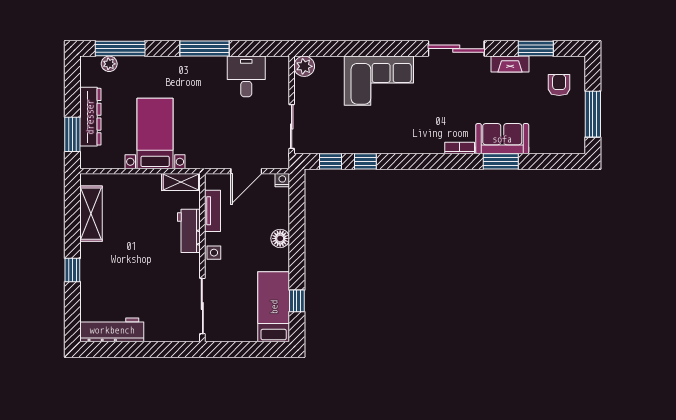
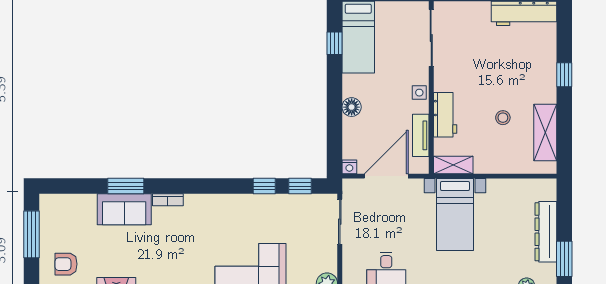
armchair: (559, 85) -> (66, 264), turned 90
bed with nightstands: (155, 133) -> (455, 215), moved
window: (72, 134) -> (564, 259), moved
door: (246, 171) -> (386, 176), width x1.36
stool: (132, 228) -> (503, 118), added

